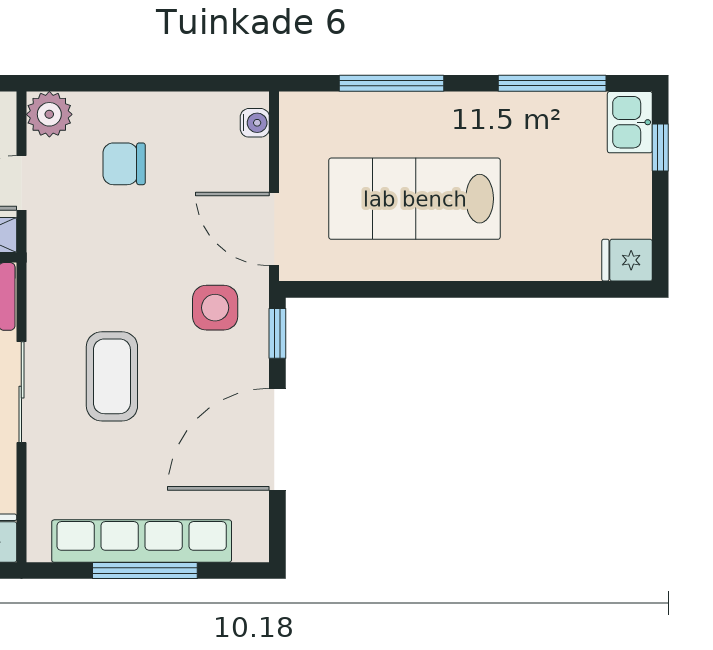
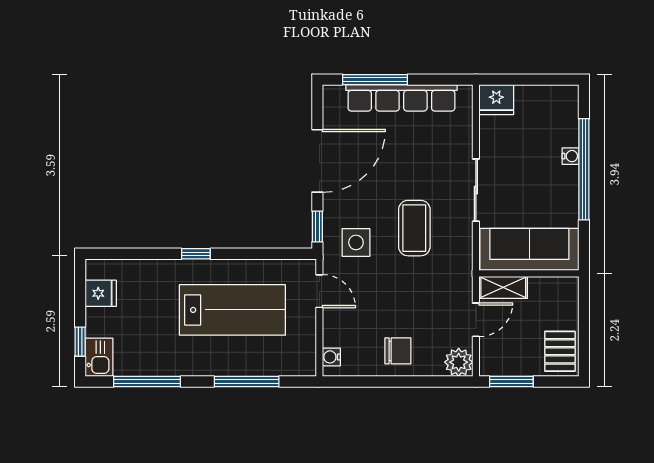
chair: (124, 164) -> (398, 351), moved
door: (274, 229) -> (319, 291), width x0.73
fridge: (627, 260) -> (101, 293), moved
window: (473, 289) -> (196, 254), added
coffee table: (112, 376) -> (414, 228), moved
window: (145, 570) -> (375, 80), moved

